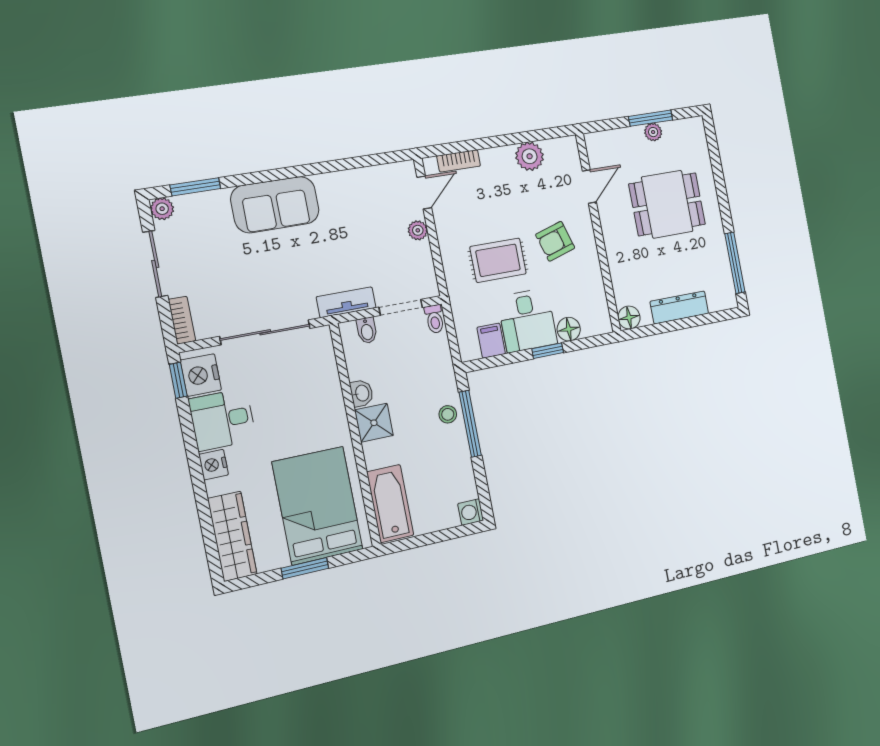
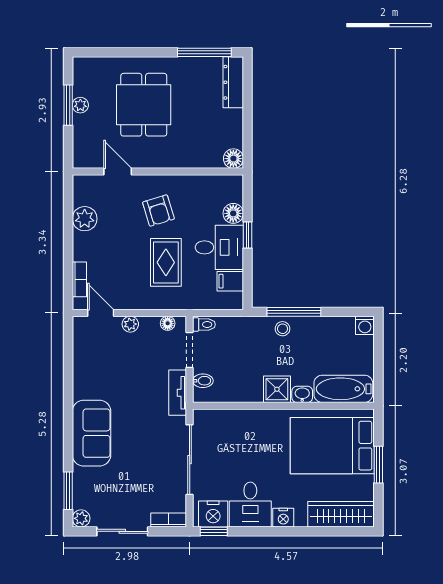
floor lamp: (428, 275) -> (168, 323), added
dresser: (679, 307) -> (233, 82), moved
washbasin: (362, 393) -> (302, 394), moved

